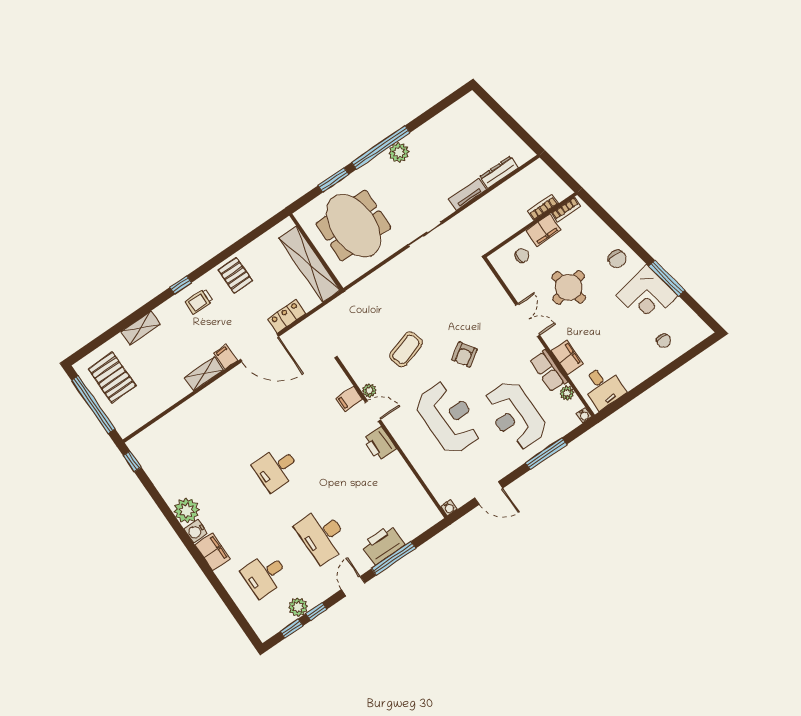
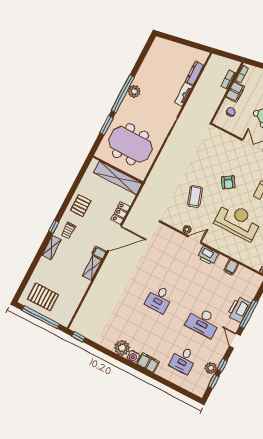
pallet: (235, 275) -> (81, 206), turned 90
shelving: (141, 328) -> (52, 248), moved
filing cabinet: (349, 399) -> (231, 267), moved

